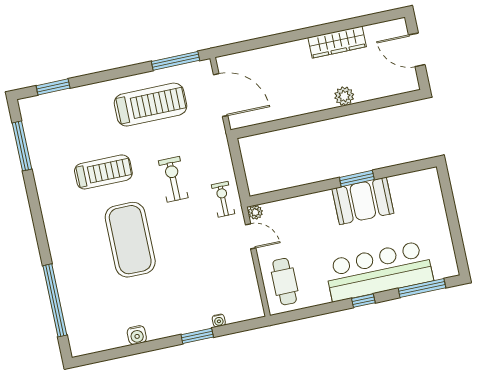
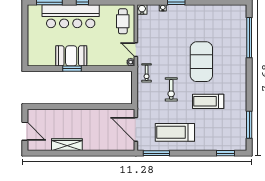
plant: (344, 96) -> (69, 115), removed
water cooler: (137, 335) -> (142, 9), moved

